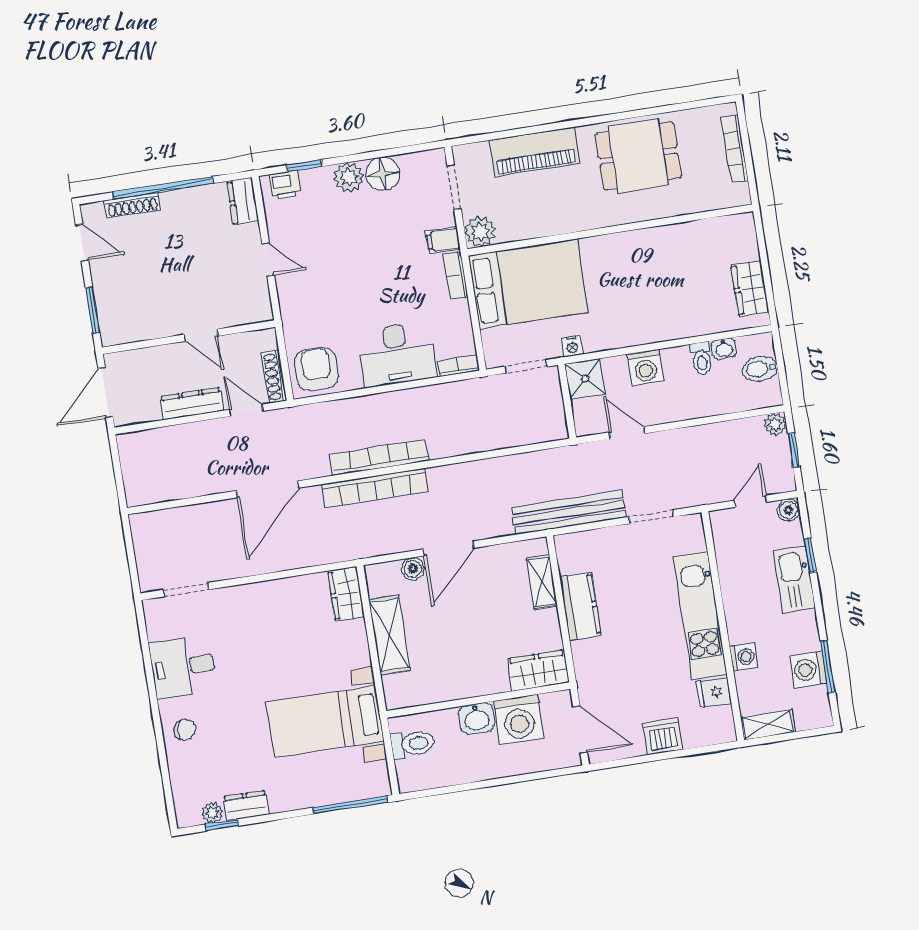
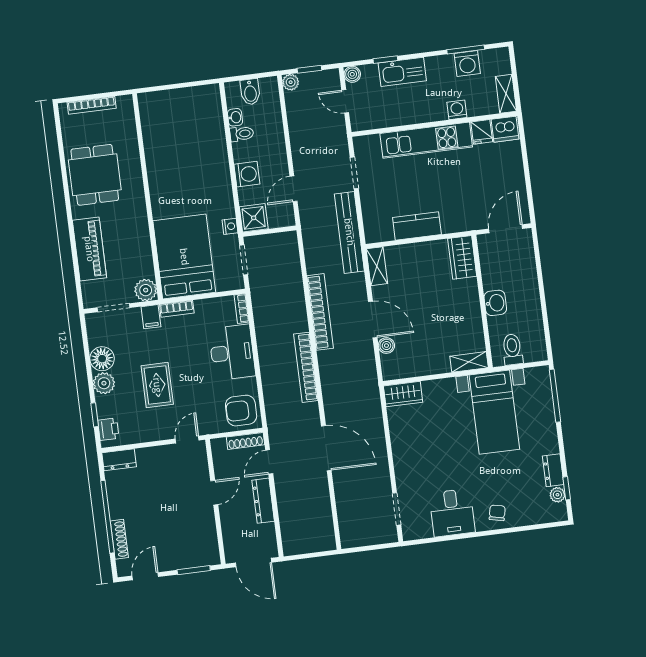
rug: (348, 252) -> (157, 385), added
door: (268, 259) -> (187, 440), moved
wardrobe: (750, 289) -> (192, 97), removed
bookcase: (375, 488) -> (320, 312), moved
shelving: (542, 582) -> (377, 266), moved, turned 90
shelving: (390, 635) -> (469, 362), moved, width x0.67, depth x0.75
washing machine: (519, 720) -> (497, 273), removed
dishwasher: (663, 736) -> (505, 129), moved, turned -90

